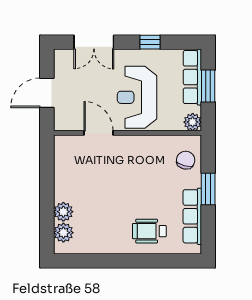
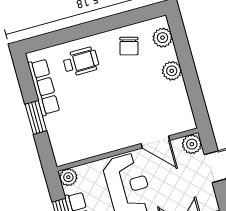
plant: (64, 121) -> (192, 144), added
chair: (186, 160) -> (129, 46), moved
plant: (63, 212) -> (172, 71), moved

